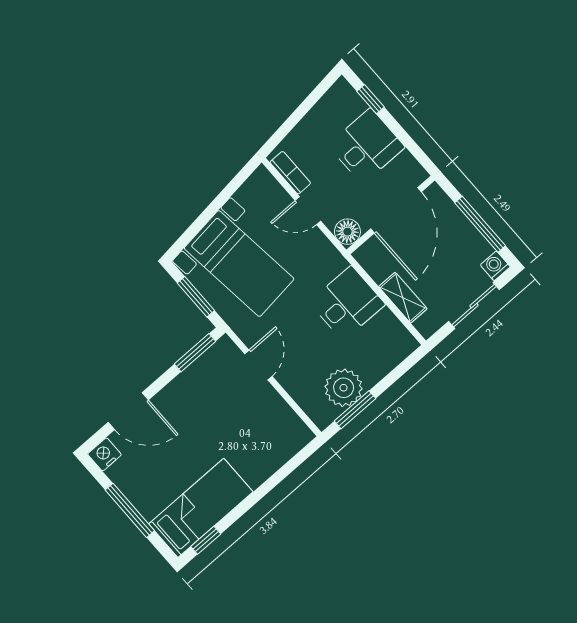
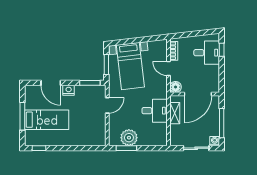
desk: (366, 146) -> (207, 53), moved
shelving: (403, 298) -> (175, 113), moved
nightstand: (104, 454) -> (69, 90), moved
bed: (201, 508) -> (47, 120), moved

